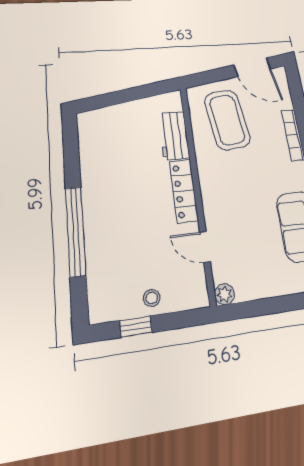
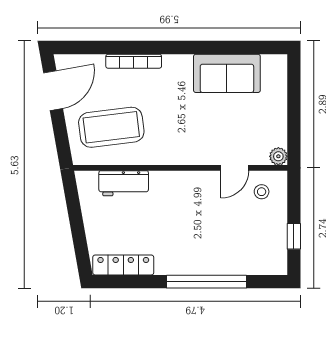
locker: (184, 191) -> (123, 265), moved, turned 180
stool: (152, 298) -> (262, 192), moved

